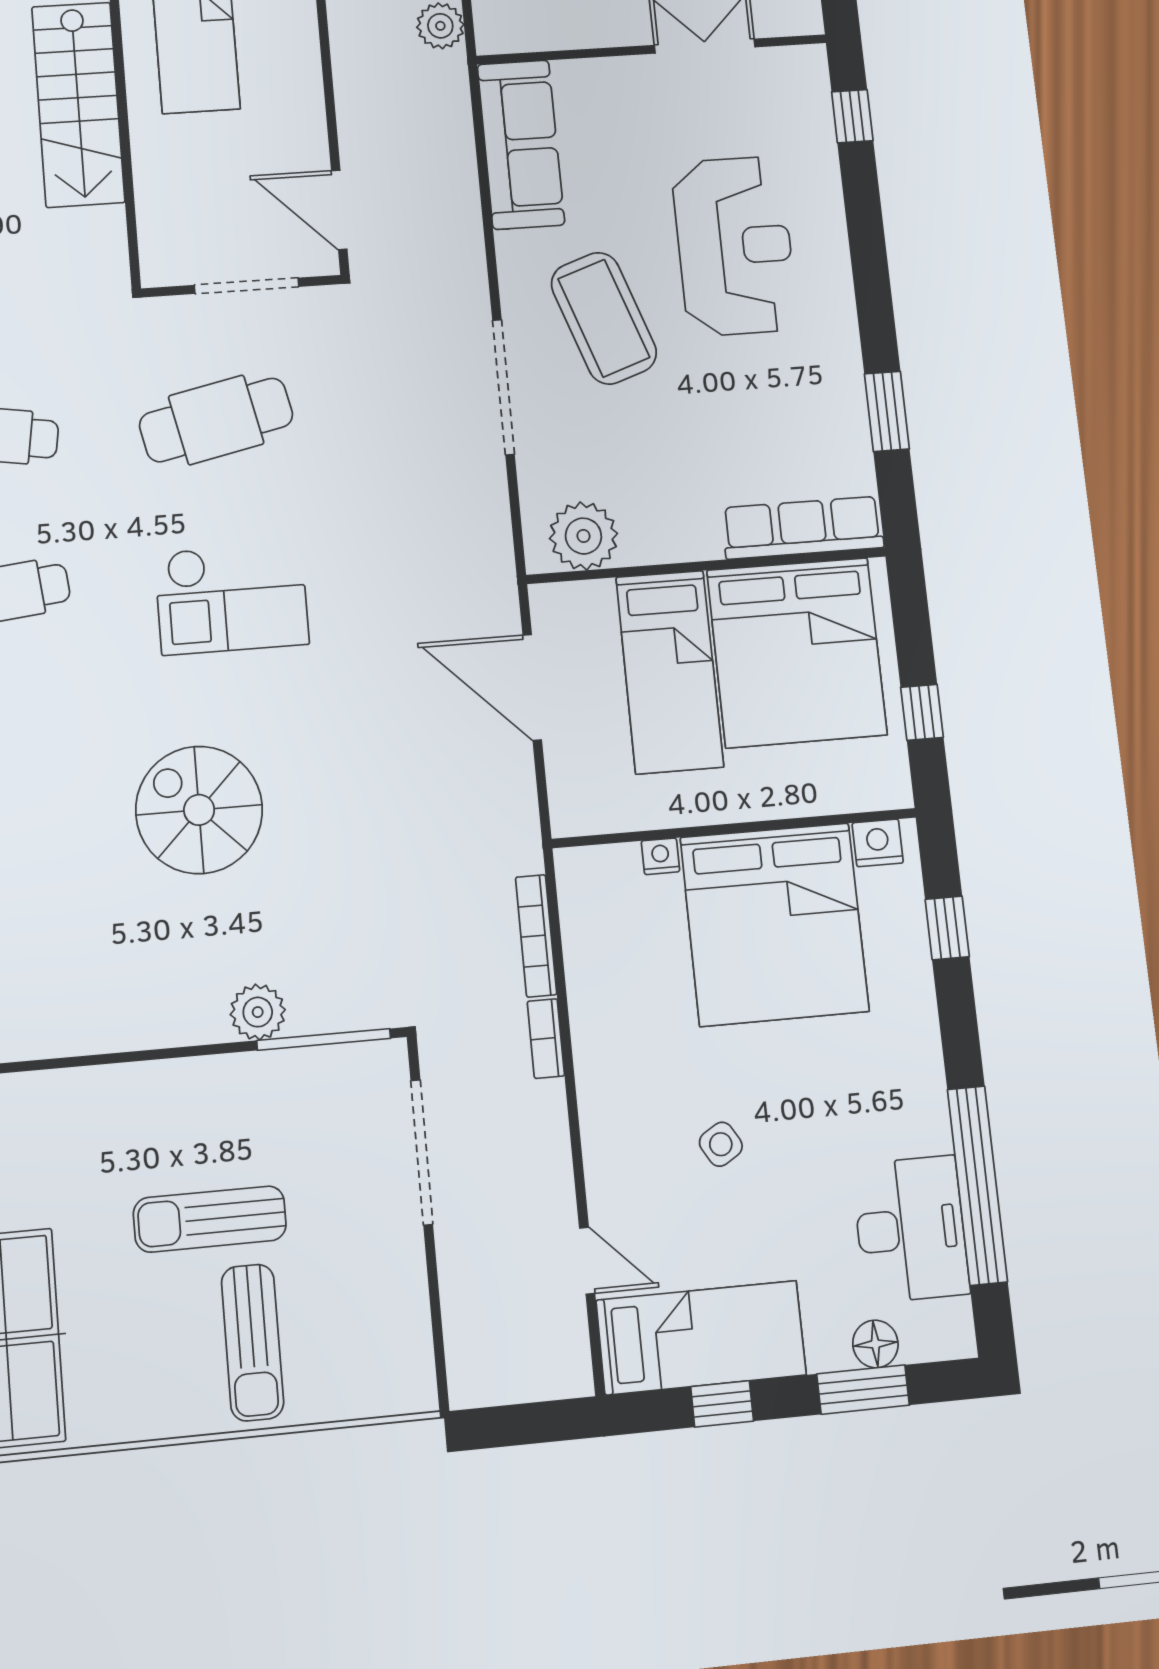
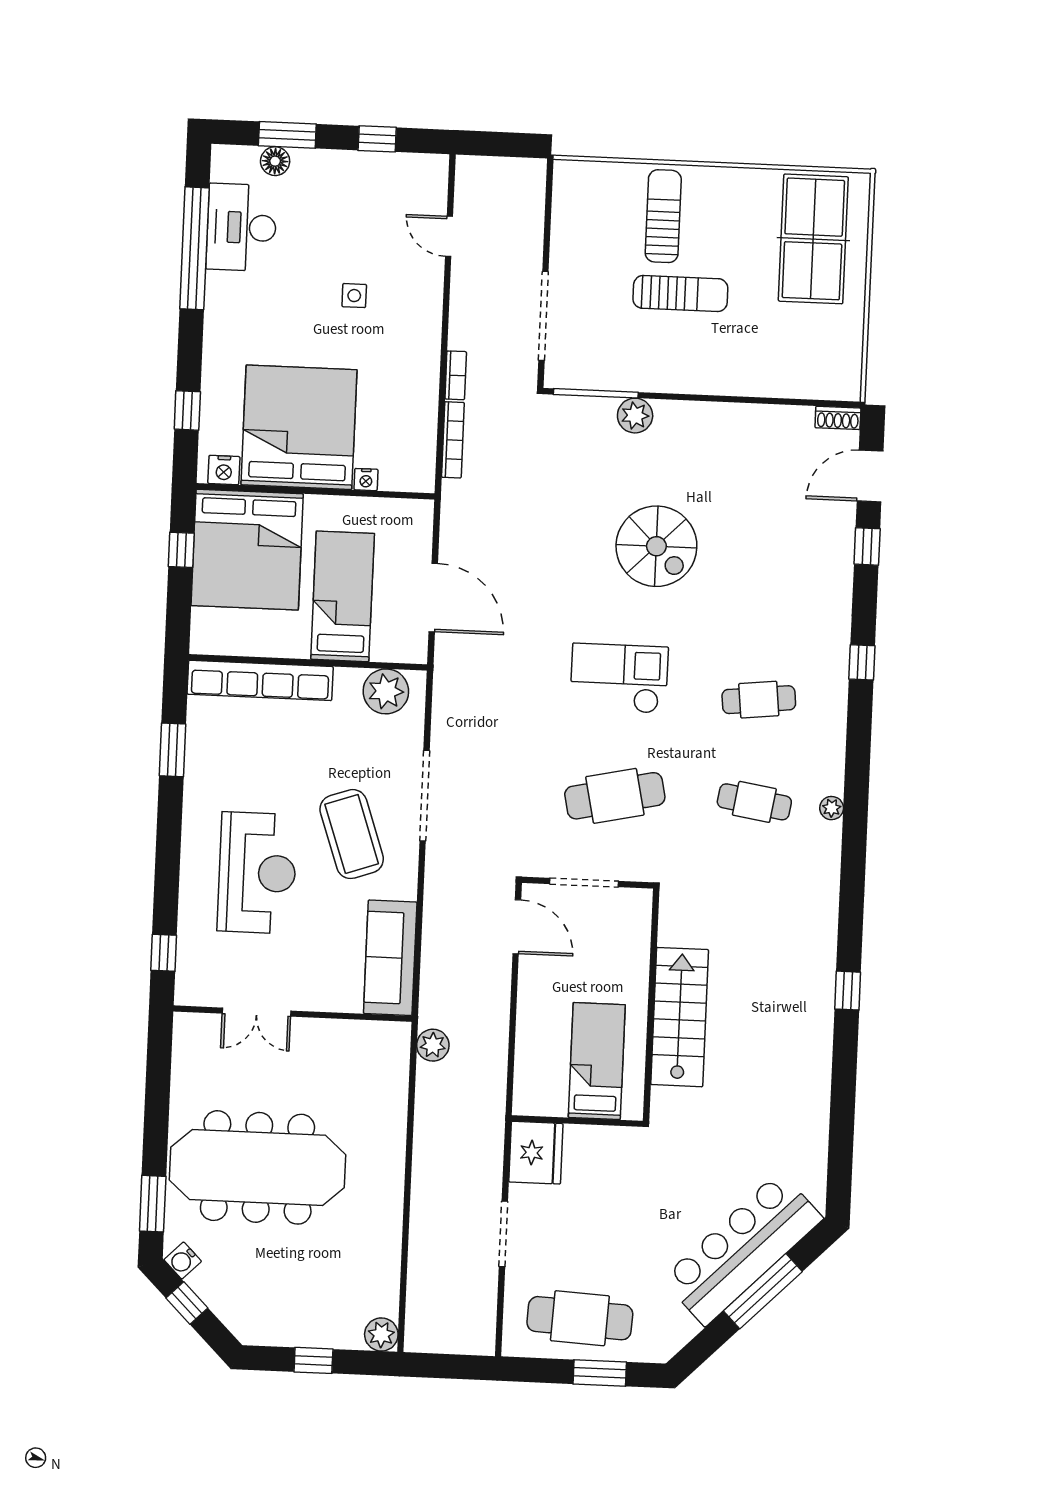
reception desk: (734, 246) -> (257, 873), turned 180
row of seats: (803, 528) -> (260, 680), width x1.36
bed: (797, 652) -> (247, 550), moved, turned 180
side table: (721, 1144) -> (354, 296), turned 31
bed: (701, 1338) -> (384, 180), removed

